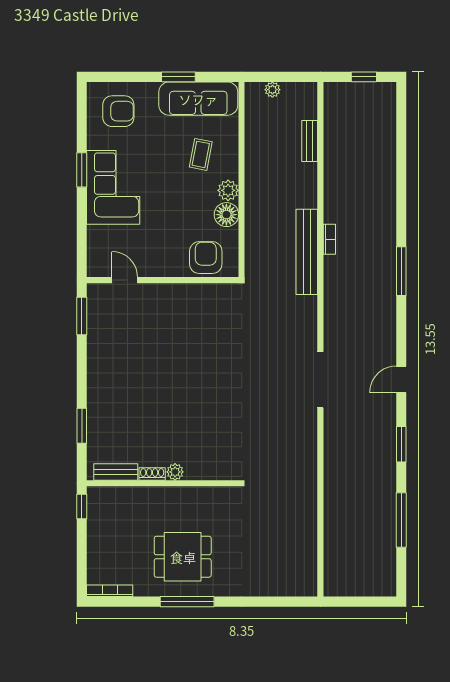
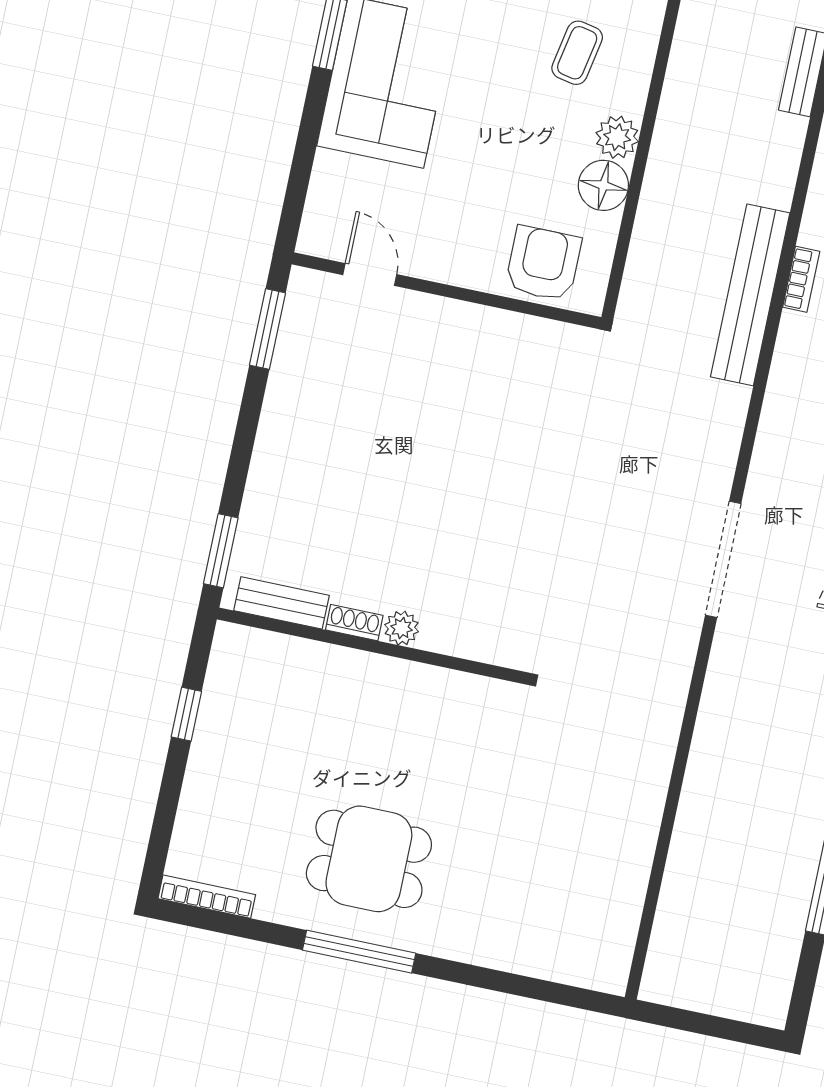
bench: (116, 472) -> (281, 603), moved
plant: (175, 472) -> (402, 628), moved
shoe rack: (152, 474) -> (354, 623), moved
wall: (163, 483) -> (372, 646), moved

